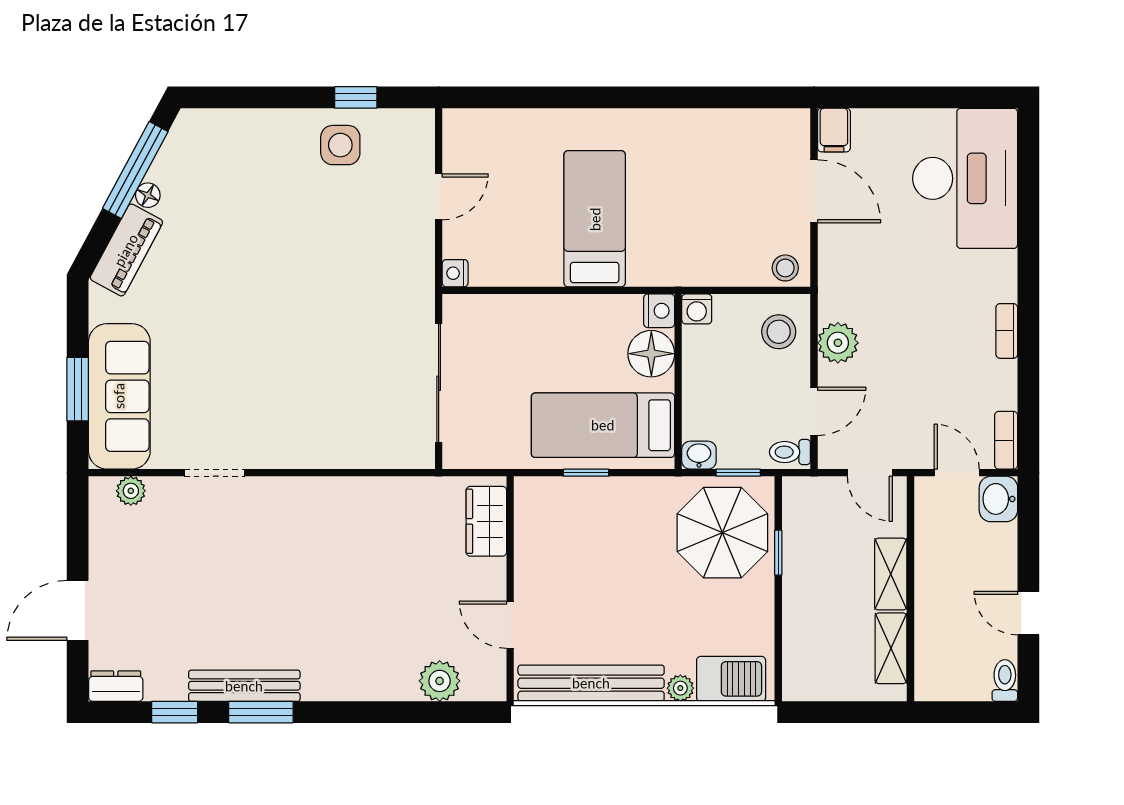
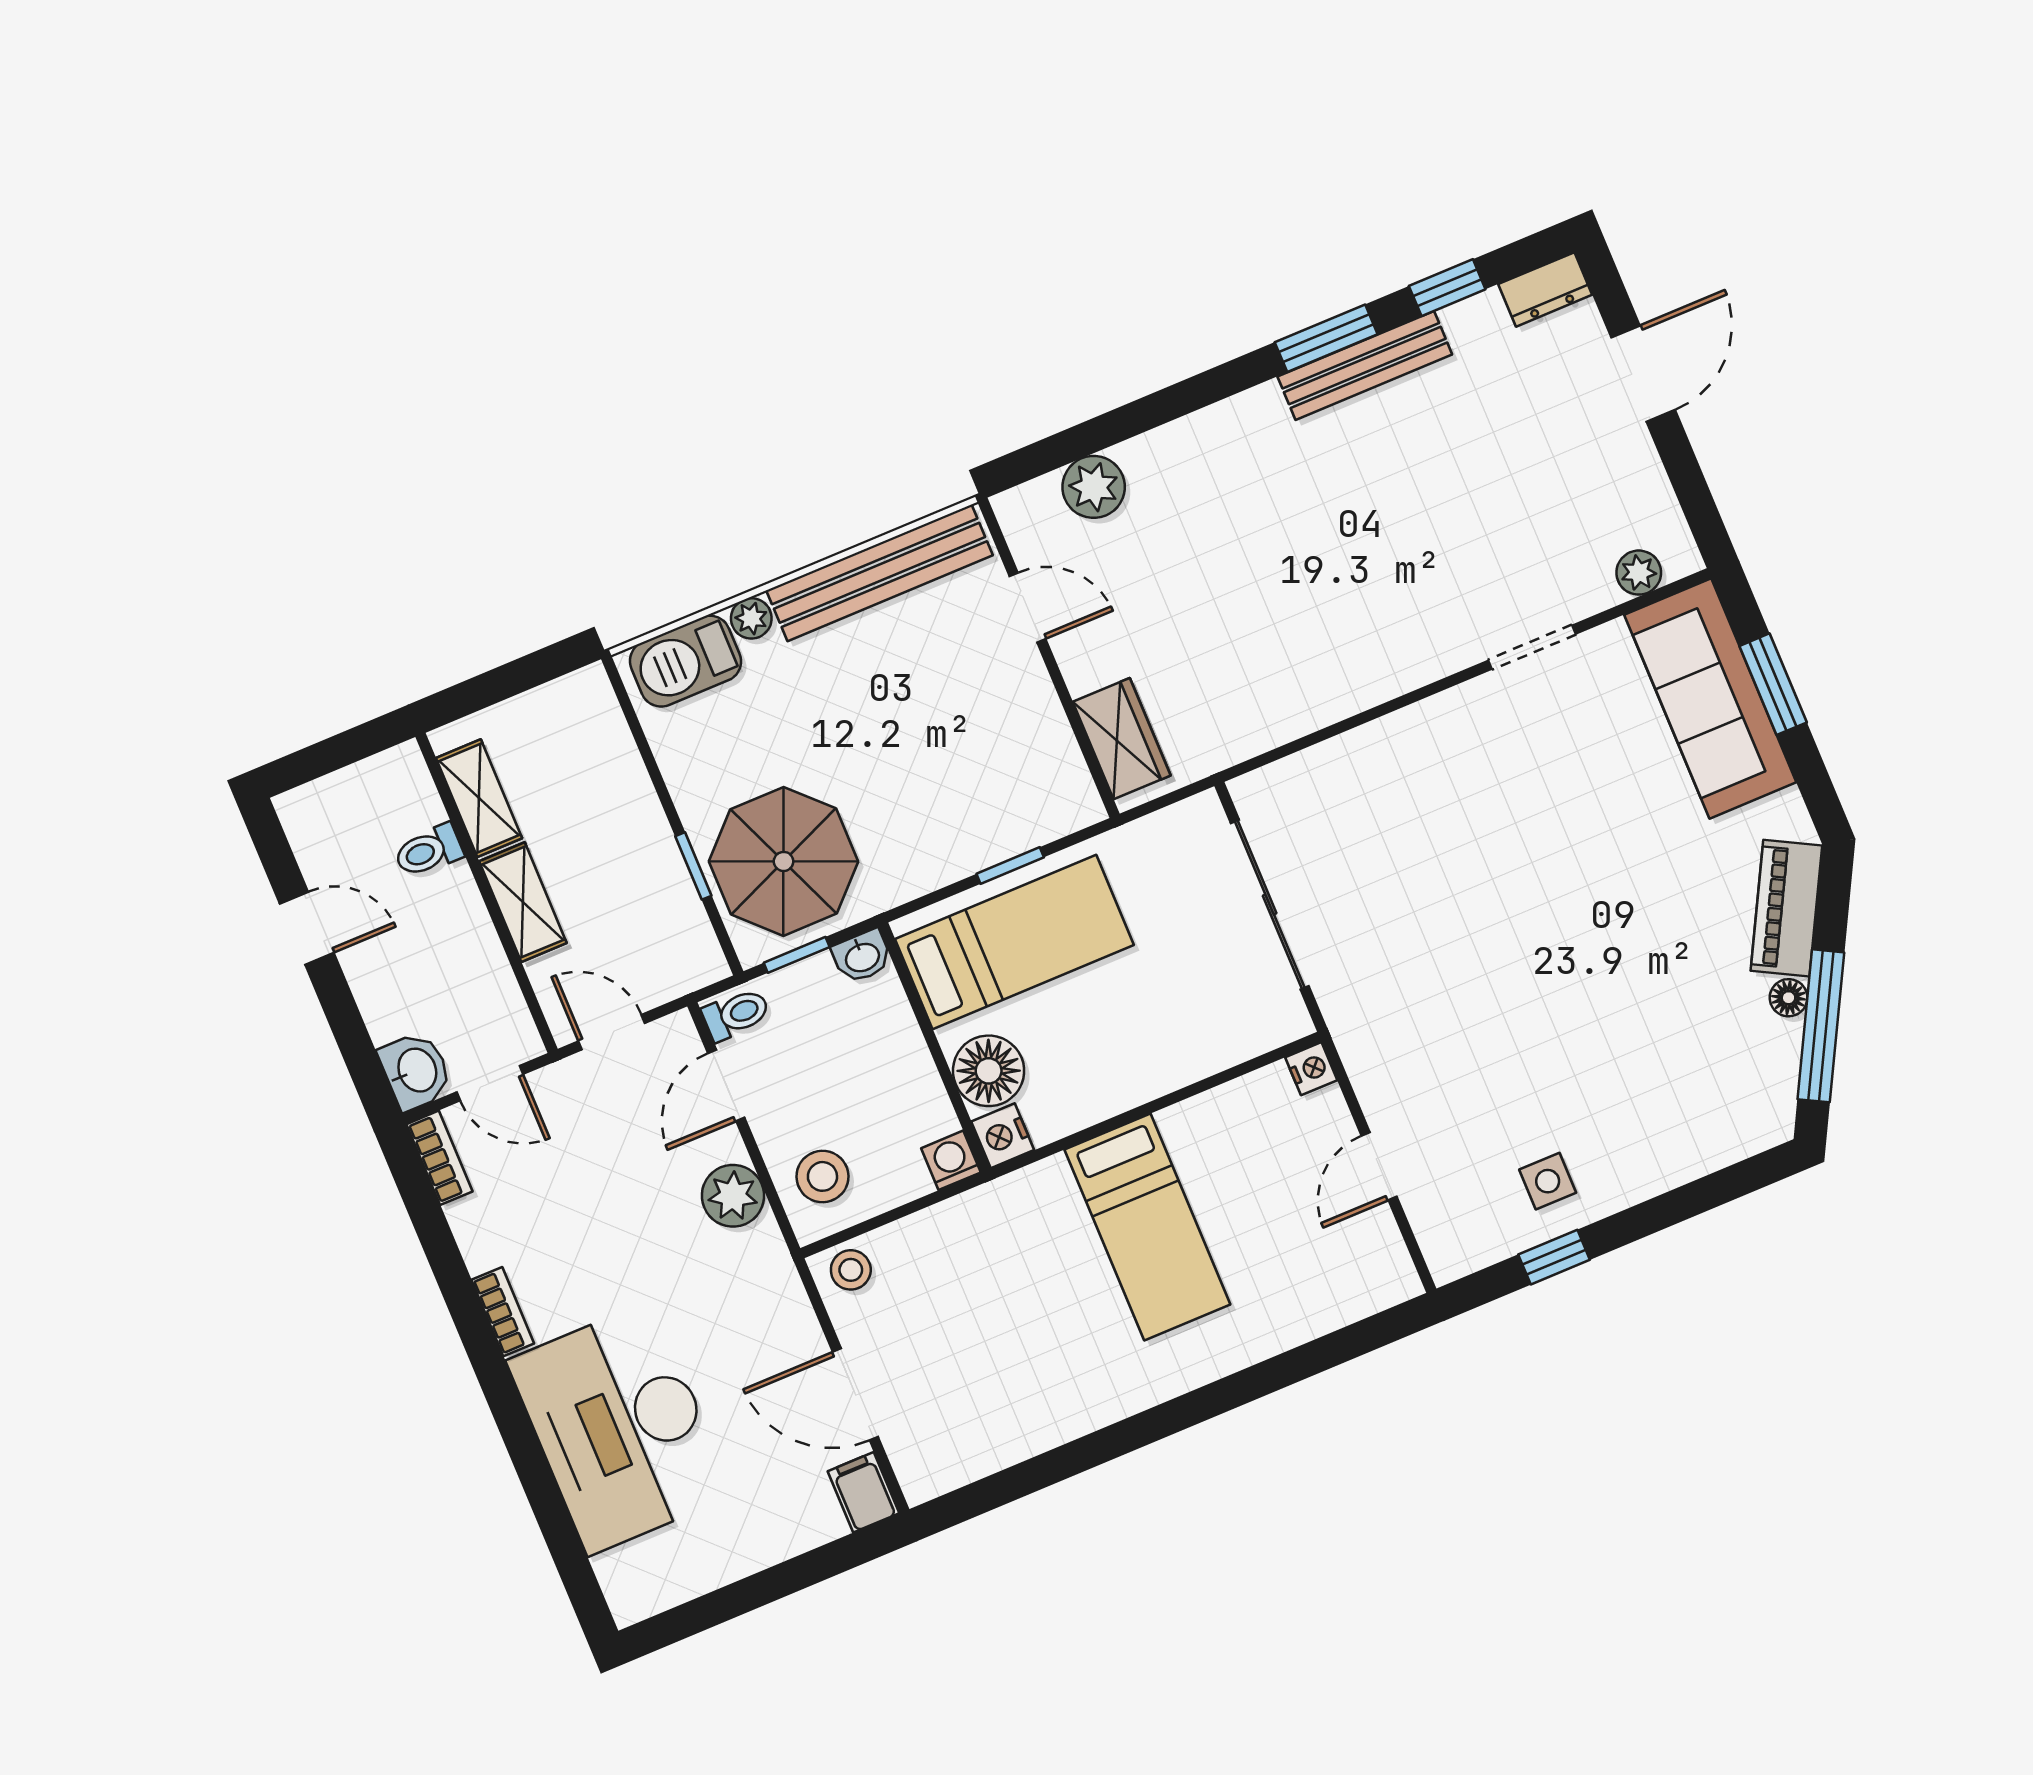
side table: (340, 145) -> (1548, 1181), width x0.73, depth x0.73
desk: (965, 178) -> (620, 1428), moved
toilet: (1005, 681) -> (429, 851), moved, turned 90

